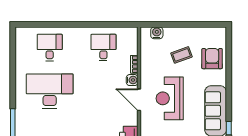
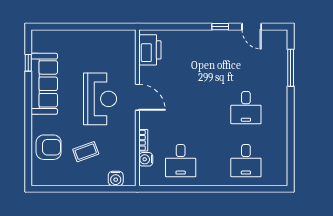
armchair: (212, 59) -> (49, 147), turned -90
water cooler: (132, 80) -> (146, 159), moved
desk: (50, 91) -> (246, 108), width x0.53, depth x0.77

